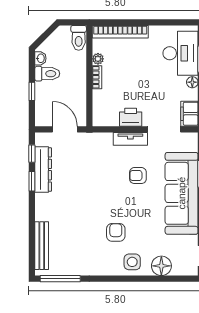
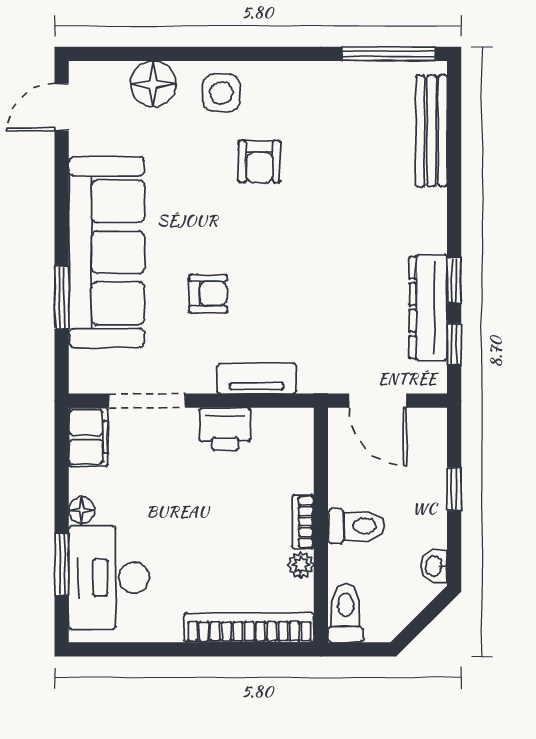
toilet: (47, 74) -> (357, 526), moved, turned 180
tv unit: (130, 139) -> (257, 379), moved

